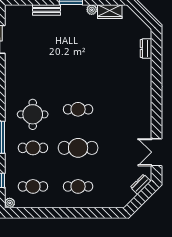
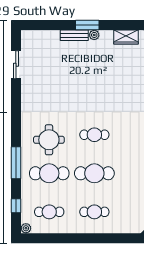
bench: (46, 10) -> (74, 35), moved
plant: (92, 10) -> (94, 35), moved
cafe table: (33, 148) -> (49, 173), width x1.37, depth x1.35

